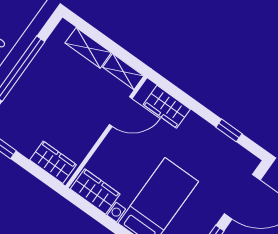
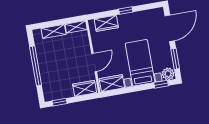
door: (121, 111) -> (94, 62), moved
window: (229, 130) -> (126, 11), moved

